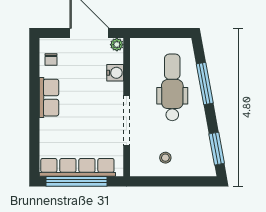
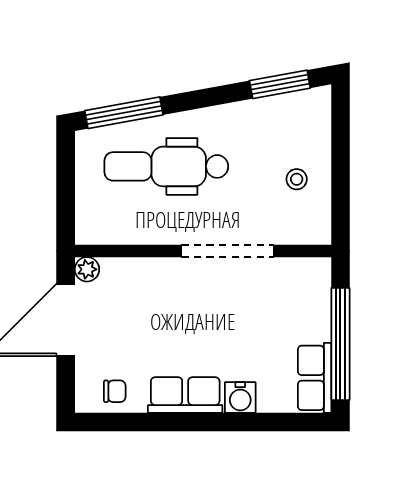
water cooler: (115, 73) -> (240, 398), moved, turned 180
window: (205, 84) -> (124, 113), moved
row of seats: (77, 167) -> (315, 378), width x0.50

